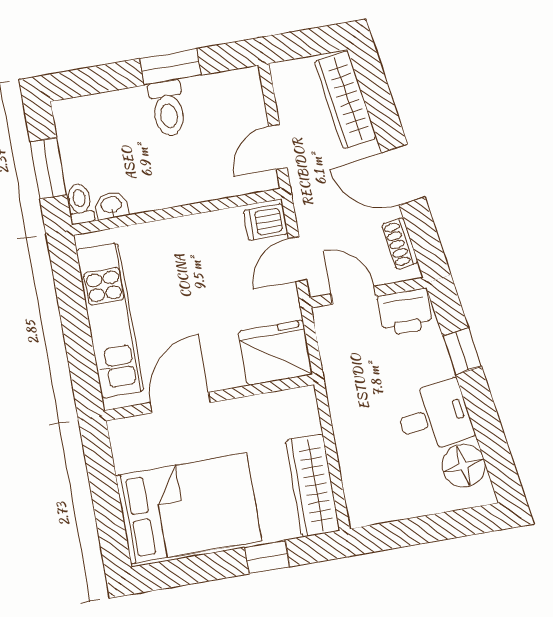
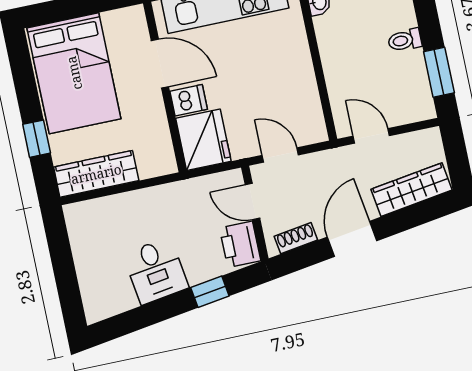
window: (170, 67) -> (439, 72), moved
toilet: (168, 108) -> (405, 40), width x0.73, depth x0.72
dishwasher: (266, 222) -> (189, 100), moved, turned 90
door: (353, 295) -> (252, 202), swing flipped
floor lamp: (464, 466) -> (117, 296), removed

